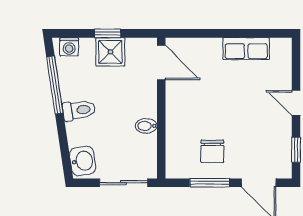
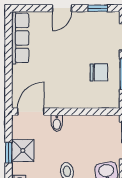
row of seats: (246, 49) -> (20, 38), width x1.48
bidet: (146, 126) -> (57, 123), moved

